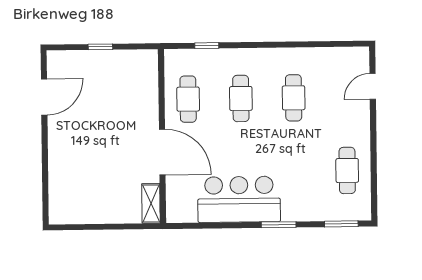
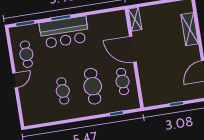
door: (373, 86) -> (15, 80), moved
cafe table: (241, 98) -> (93, 86), width x1.37, depth x1.35
shelving: (59, 173) -> (190, 29), added
bar counter: (239, 199) -> (64, 32), moved

